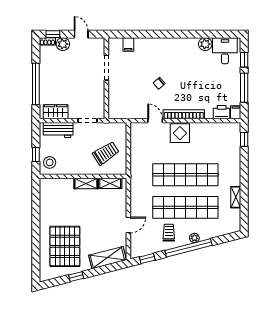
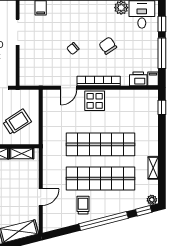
chair: (192, 80) -> (108, 46), added
door: (155, 121) -> (69, 88), swing flipped
plant: (194, 238) -> (152, 200), moved
window: (147, 258) -> (144, 211), moved

